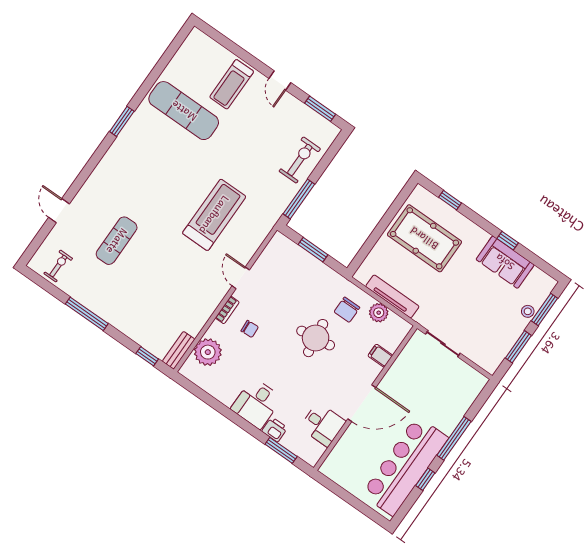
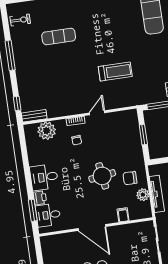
treadmill: (214, 215) -> (115, 72), width x0.73, depth x0.73
desk: (323, 424) -> (48, 215), moved, turned 90

